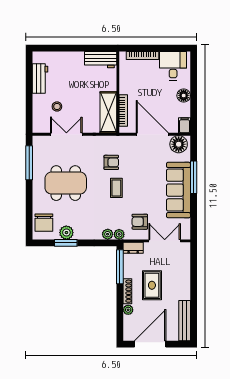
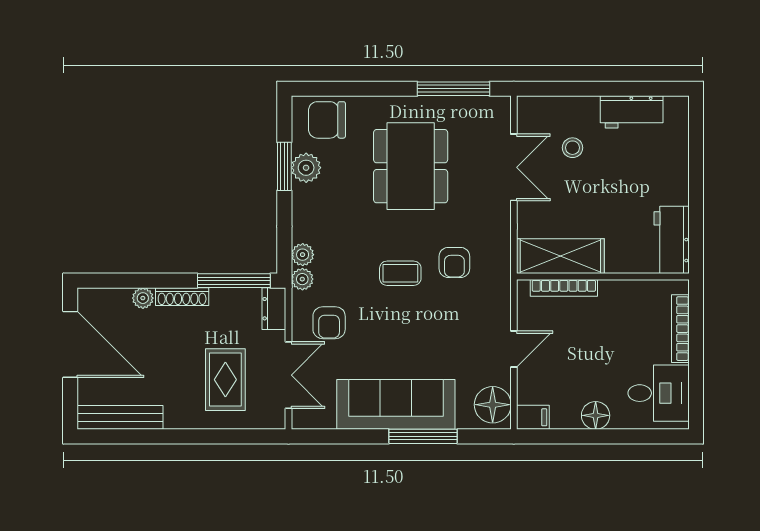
door: (152, 134) -> (514, 349), width x0.53
armchair: (140, 222) -> (329, 323), turned 180
rug: (152, 285) -> (225, 380), moved, turned 90

